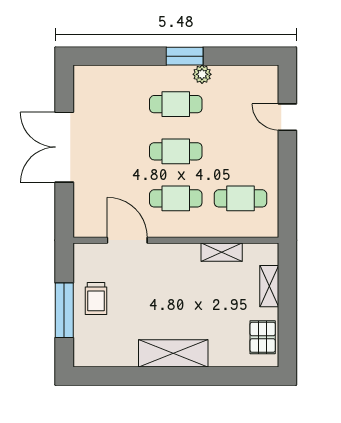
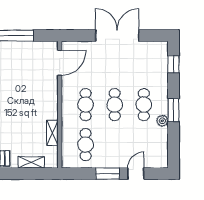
window: (111, 56) -> (173, 64), added
window: (287, 163) -> (107, 174), added
door: (127, 240) -> (60, 63), moved
trolley: (96, 299) -> (24, 55), removed

